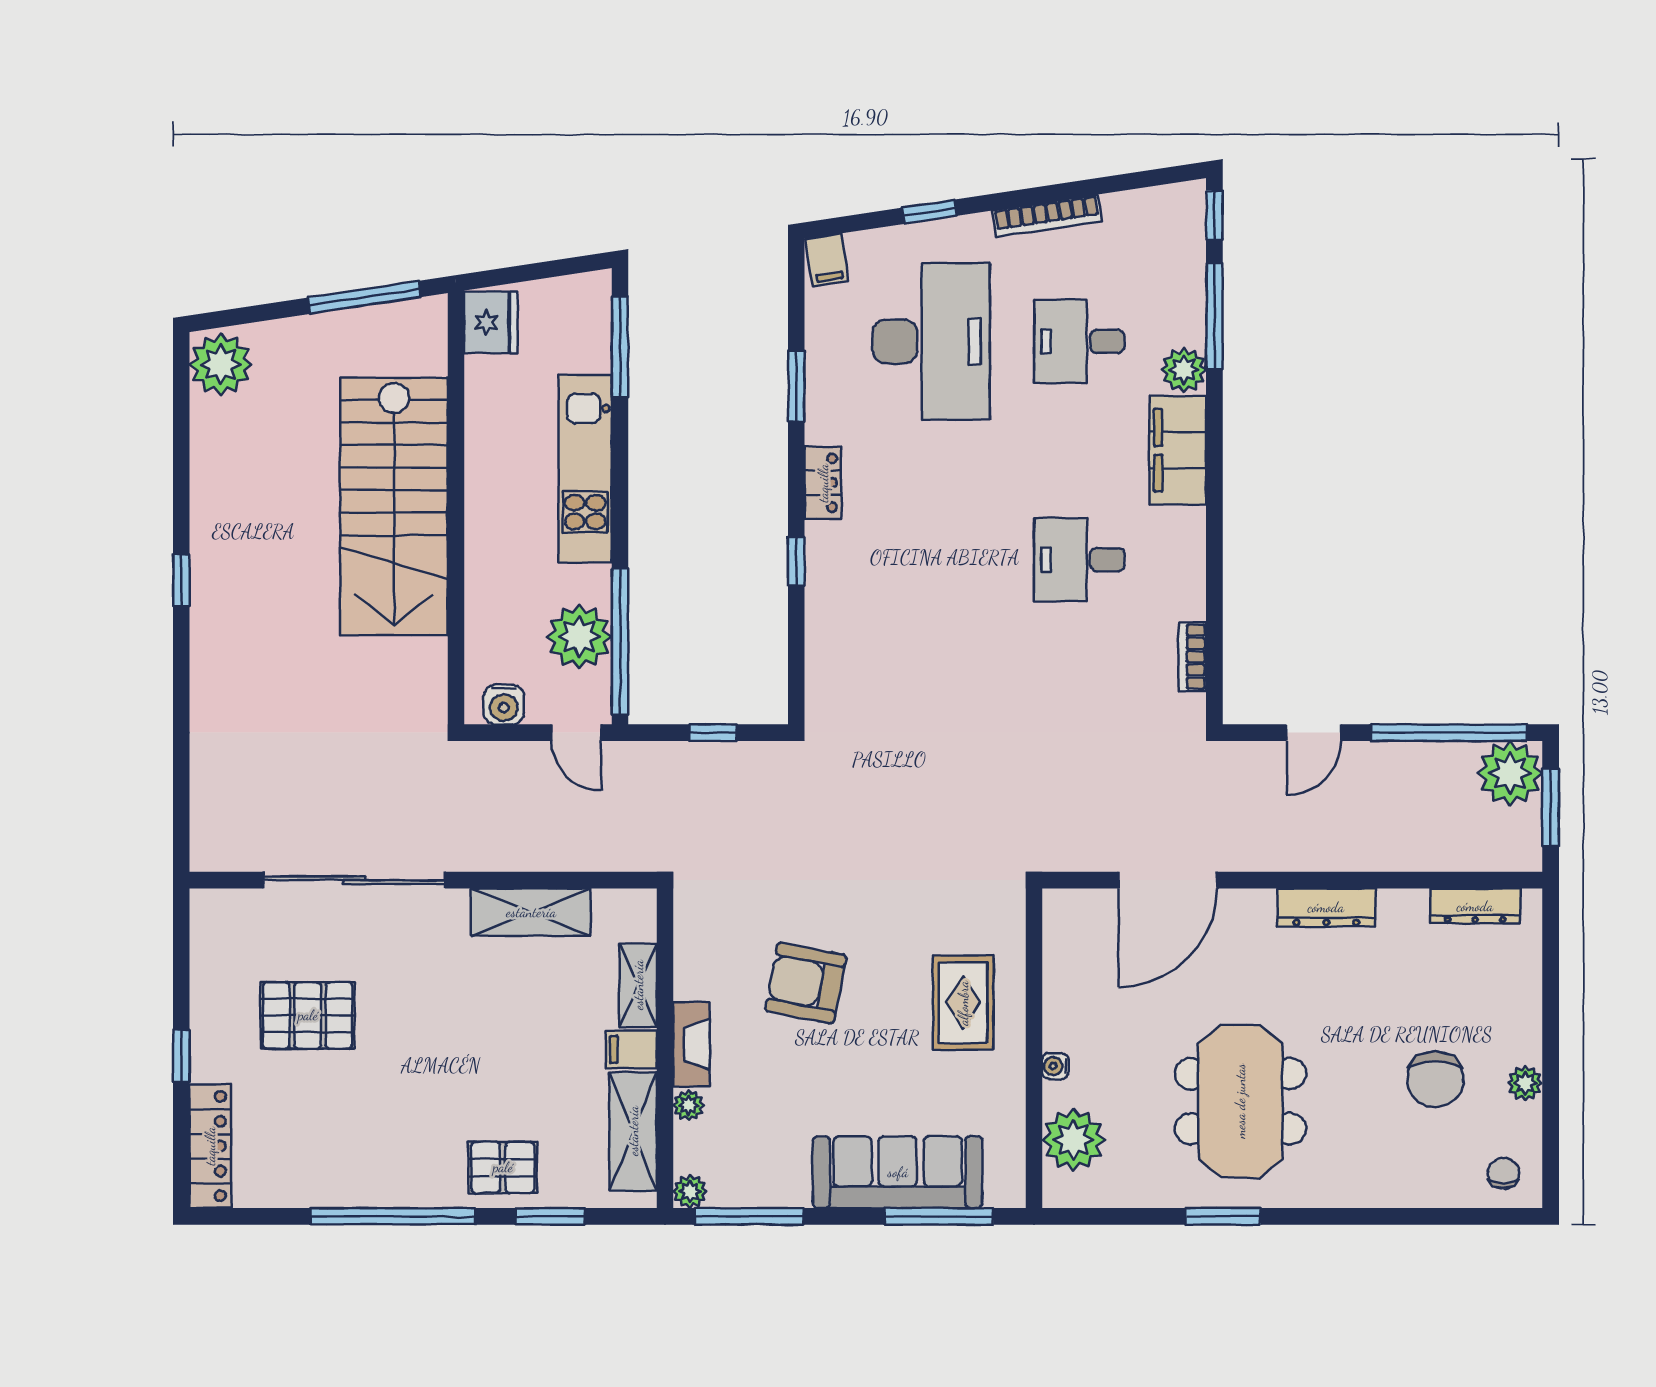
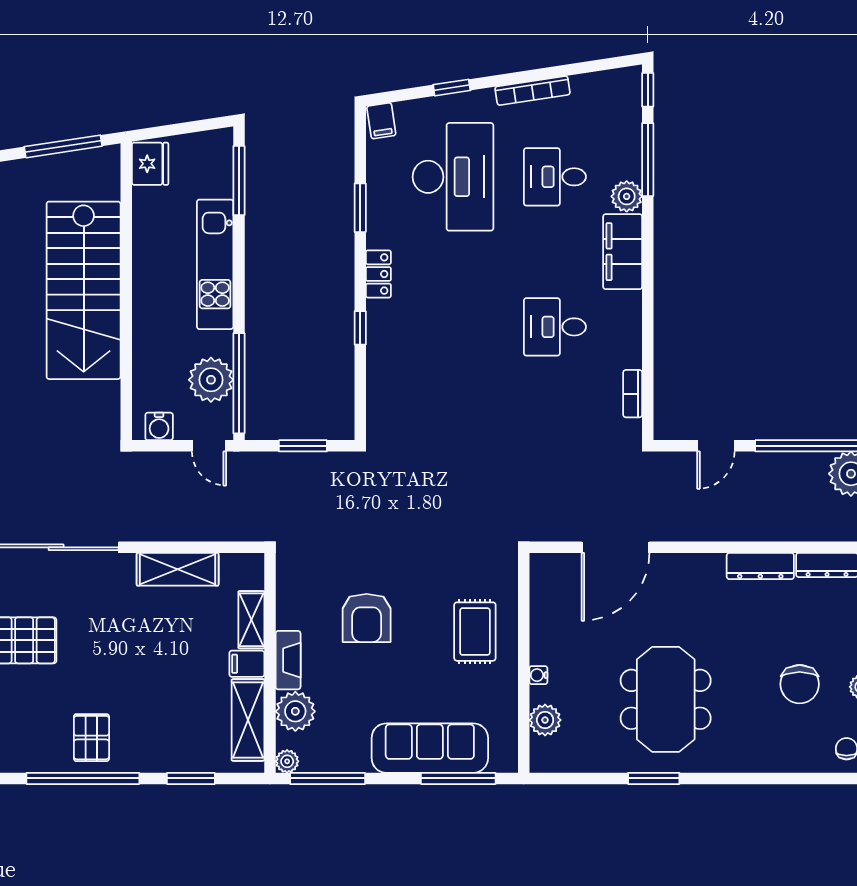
window: (713, 733) -> (303, 446), width x1.50
dresser: (1326, 907) -> (760, 566), moved
armchair: (806, 983) -> (367, 618), turned -101
plant: (689, 1105) -> (295, 711), width x1.88, depth x1.88
plant: (1073, 1140) -> (545, 720), width x0.73, depth x0.73
pallet: (503, 1167) -> (91, 738), moved, turned 90

